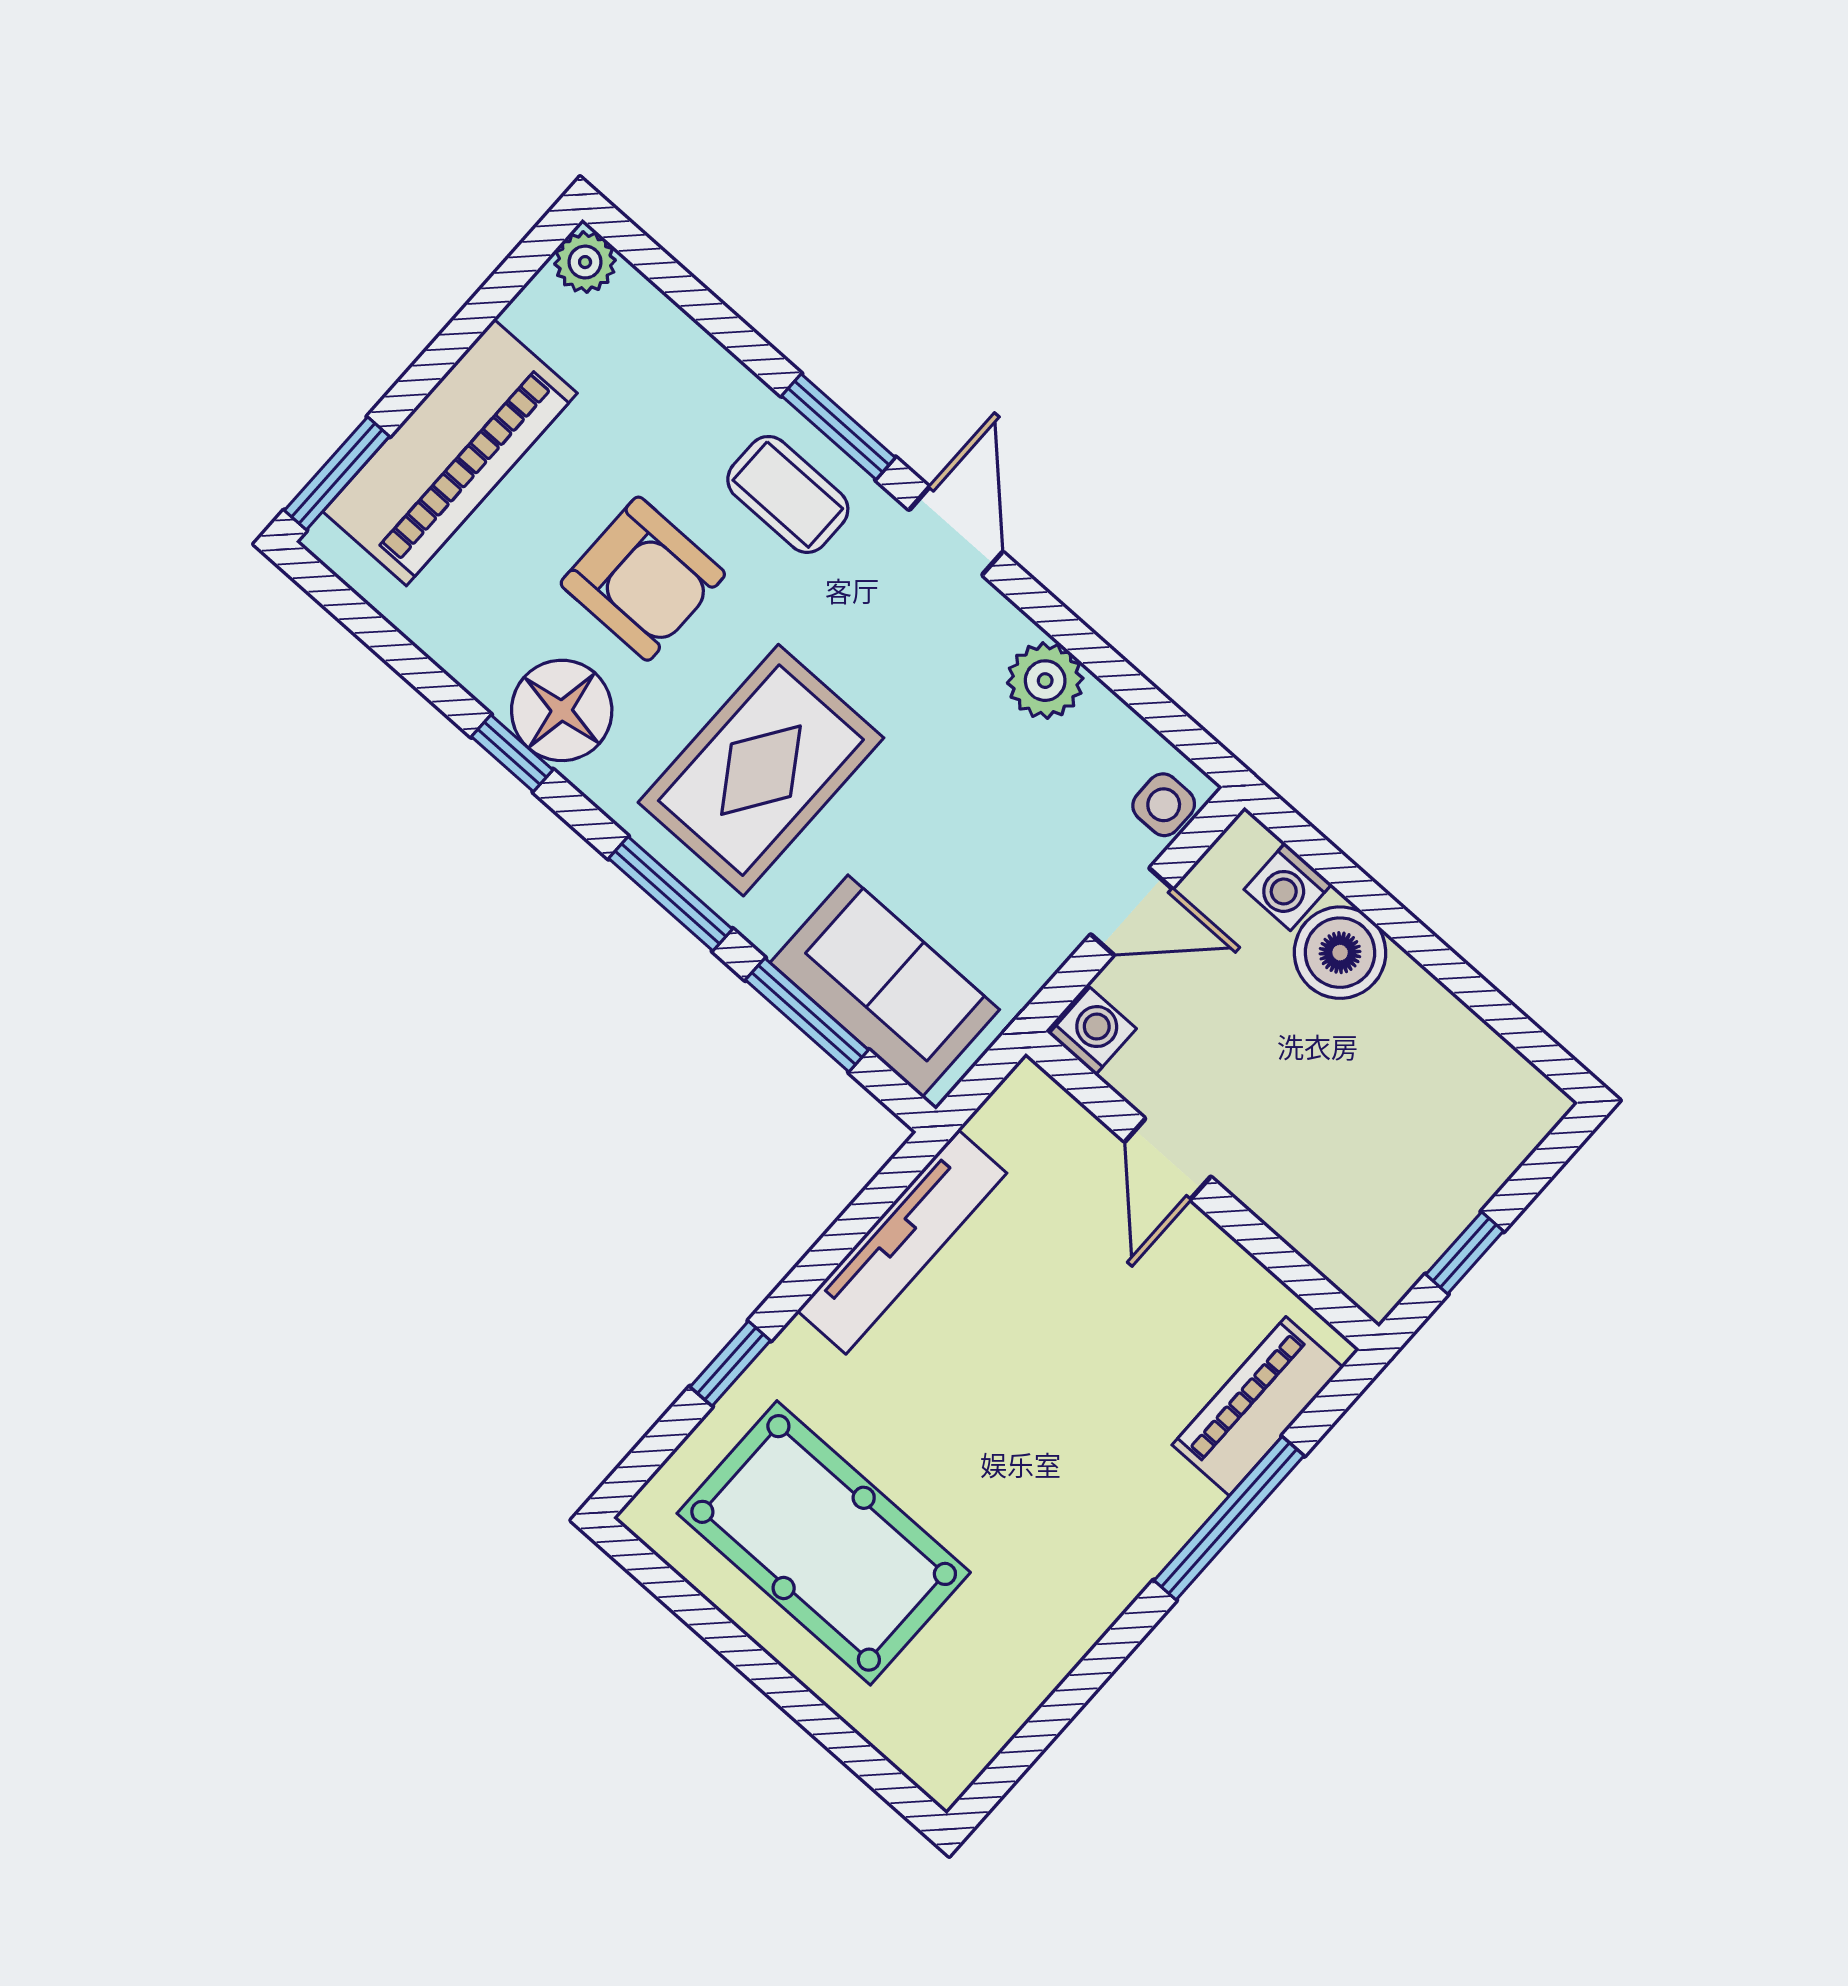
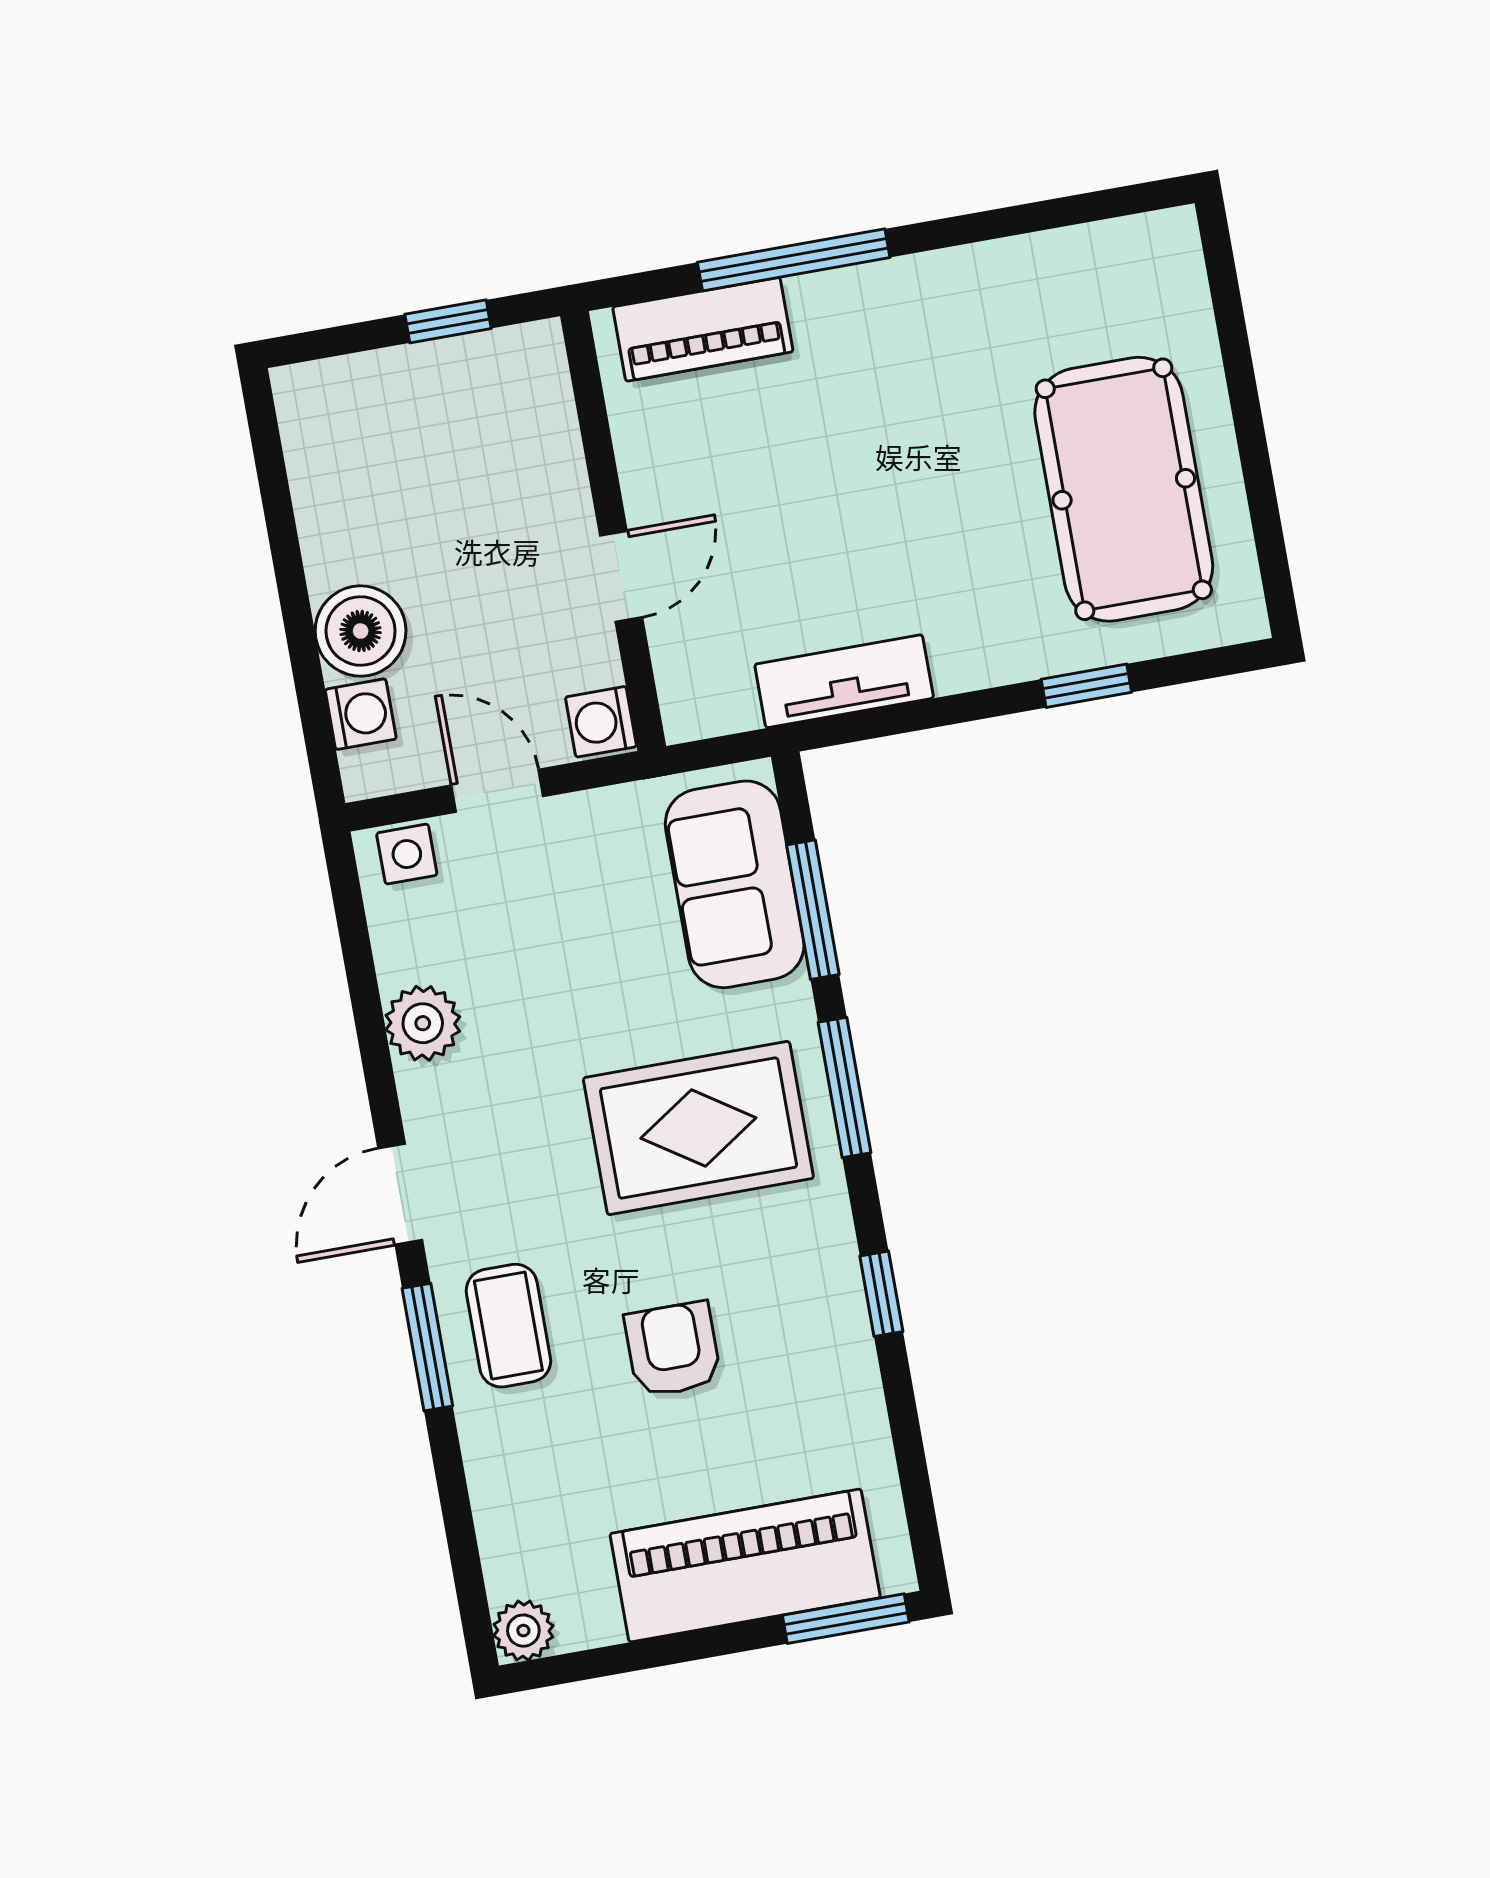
armchair: (643, 579) -> (673, 1349), width x0.72, depth x0.72
floor lamp: (562, 710) -> (817, 1297), removed
tv unit: (902, 1242) -> (844, 681), width x0.71

